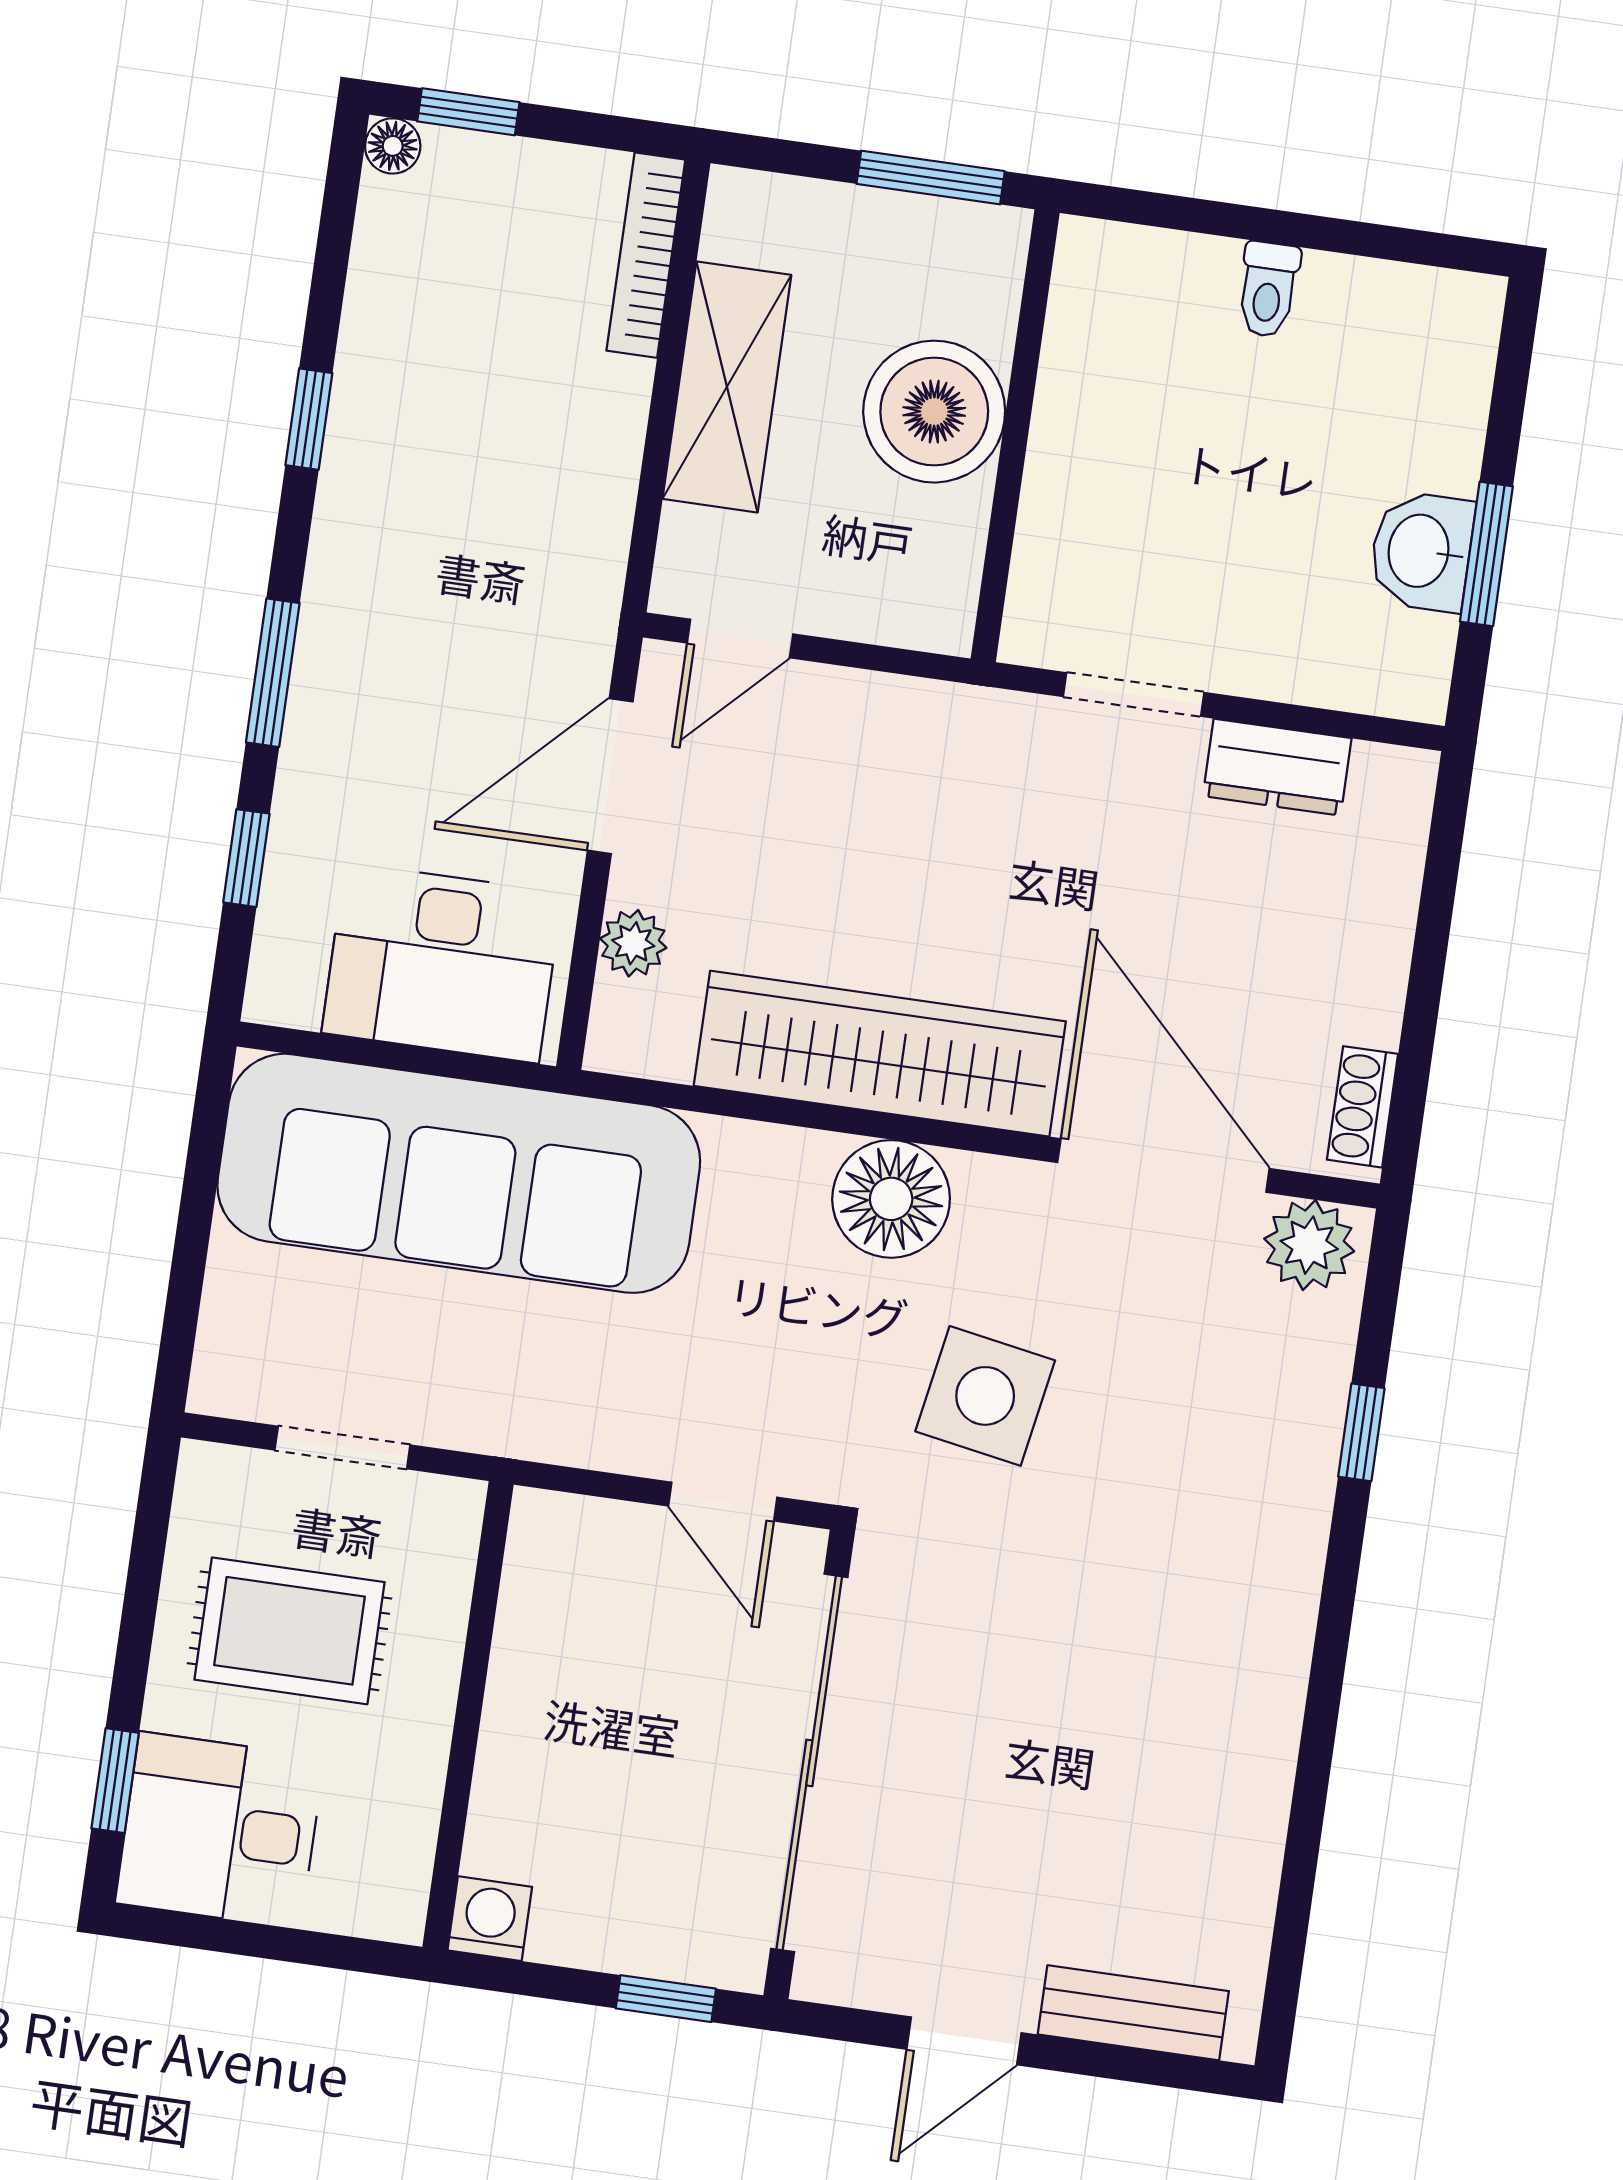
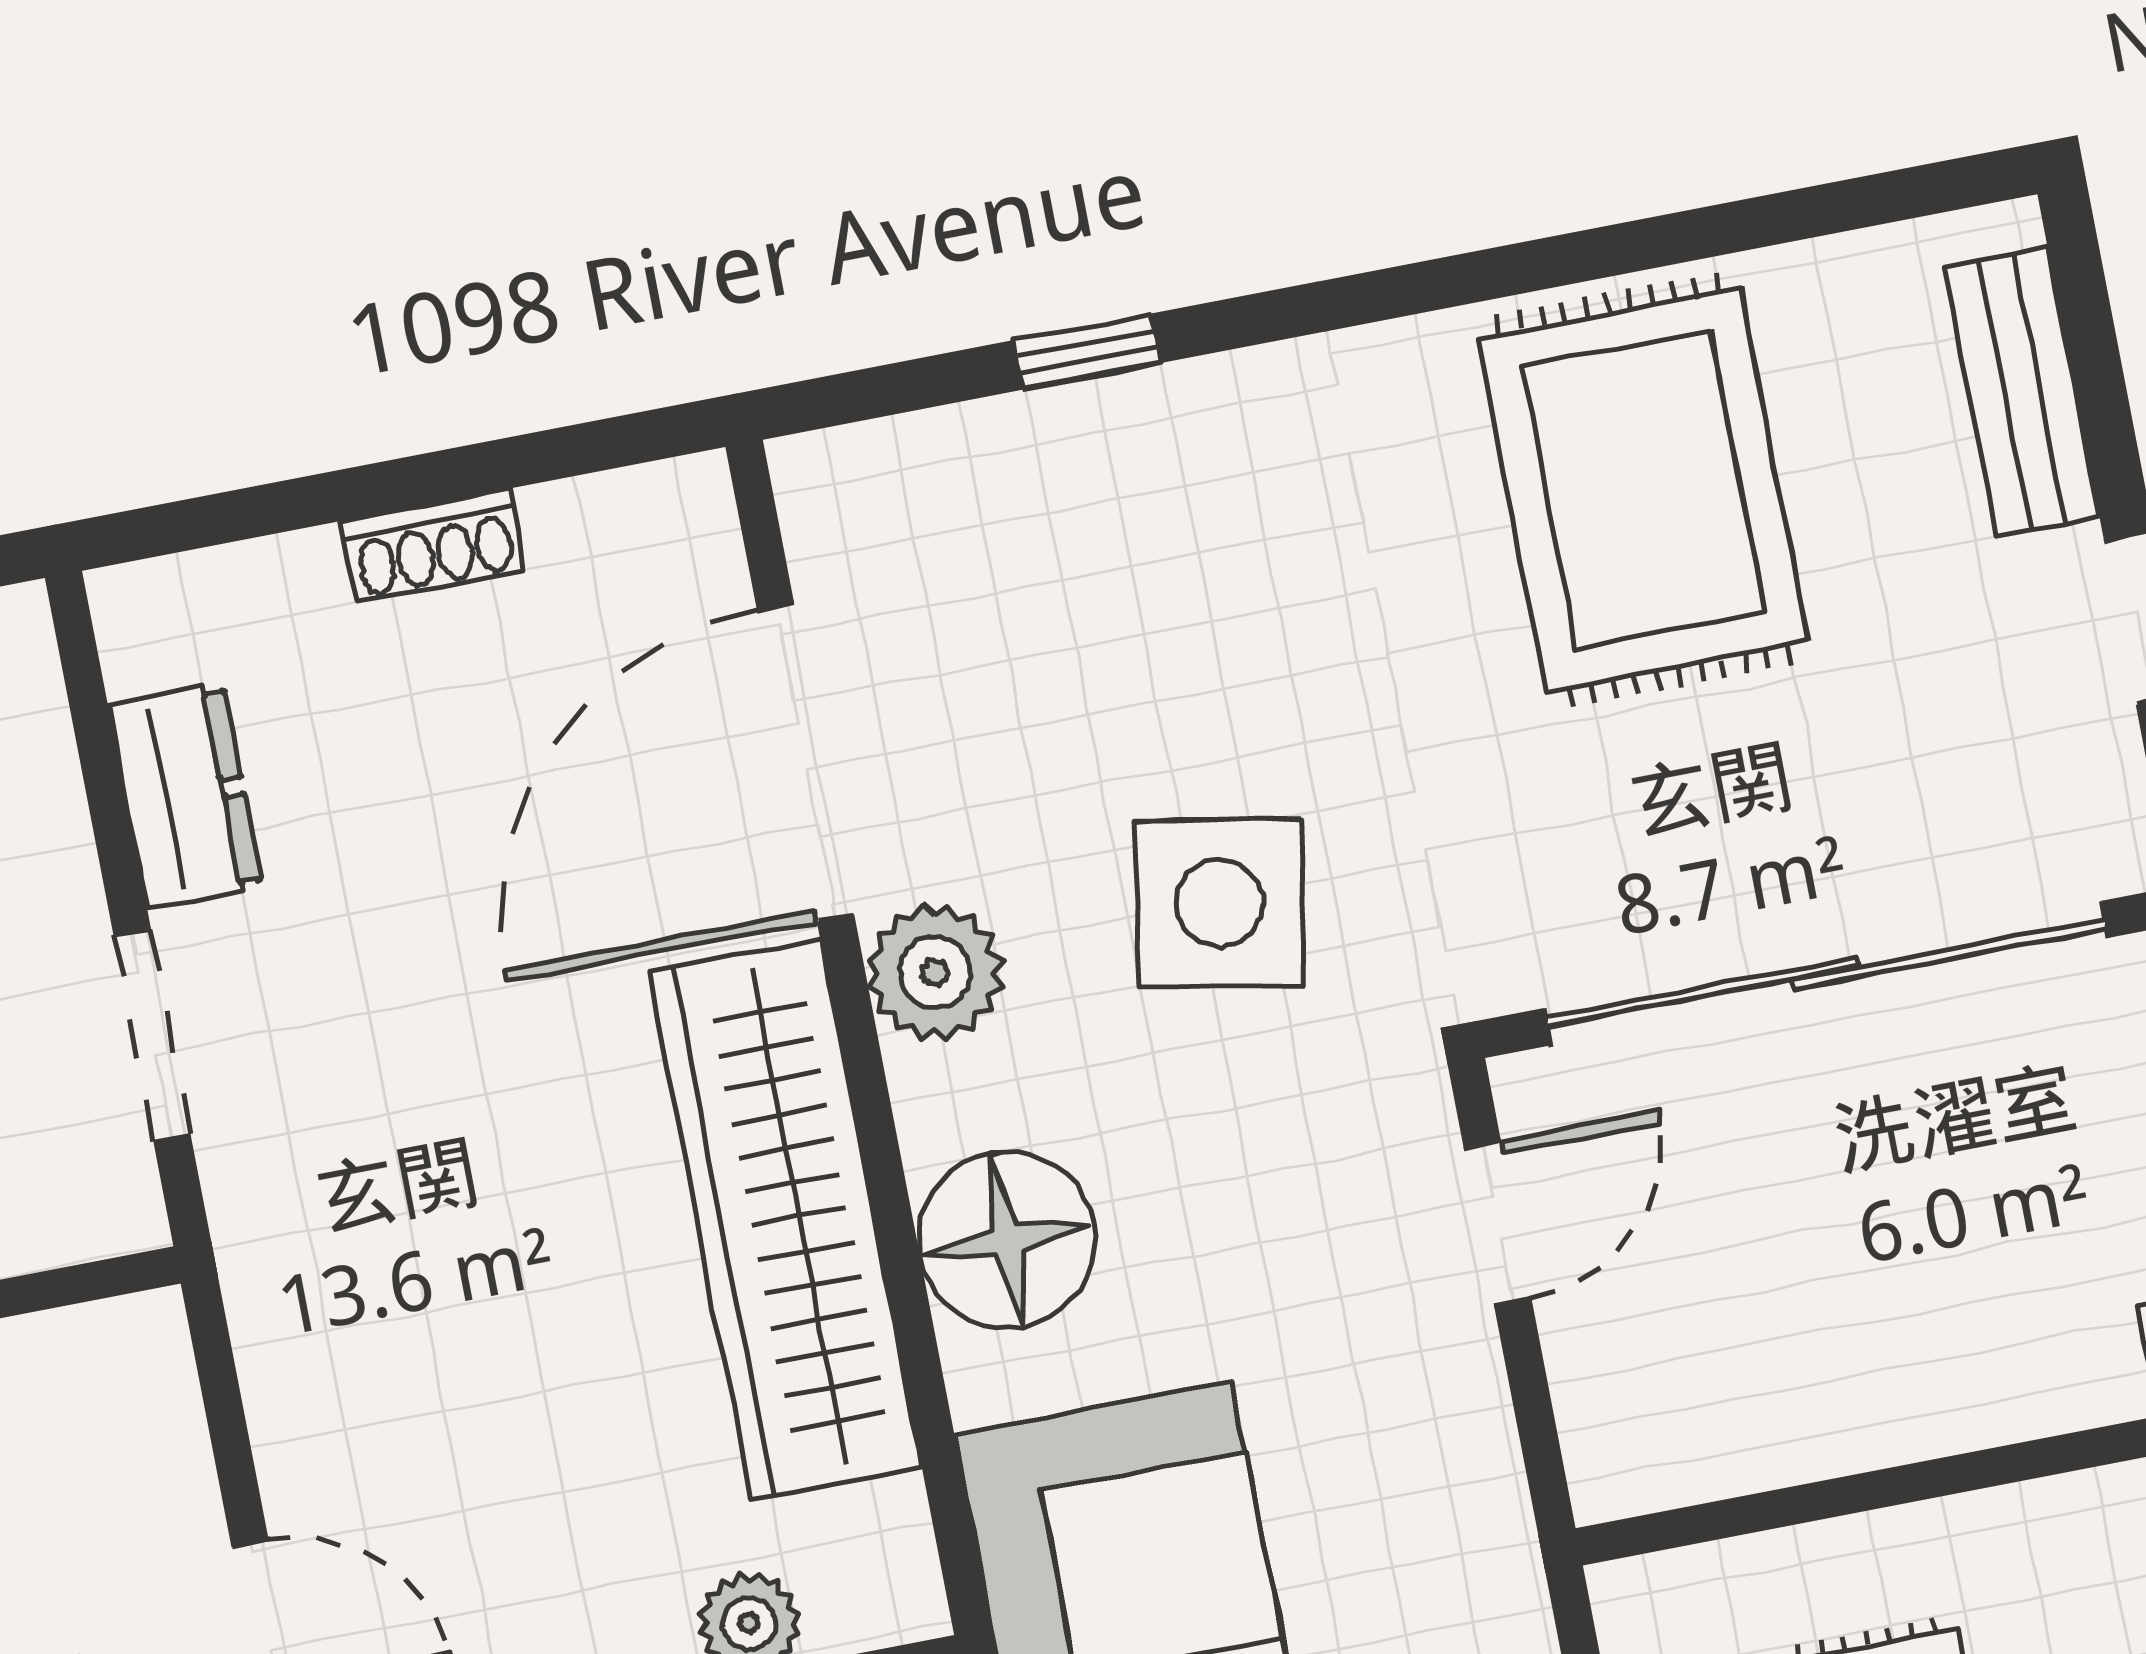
shoe rack: (1363, 1107) -> (434, 546), moved
floor lamp: (891, 1199) -> (1007, 1240), moved
plant: (1309, 1245) -> (935, 973), moved
rug: (1153, 1753) -> (1644, 490), added

